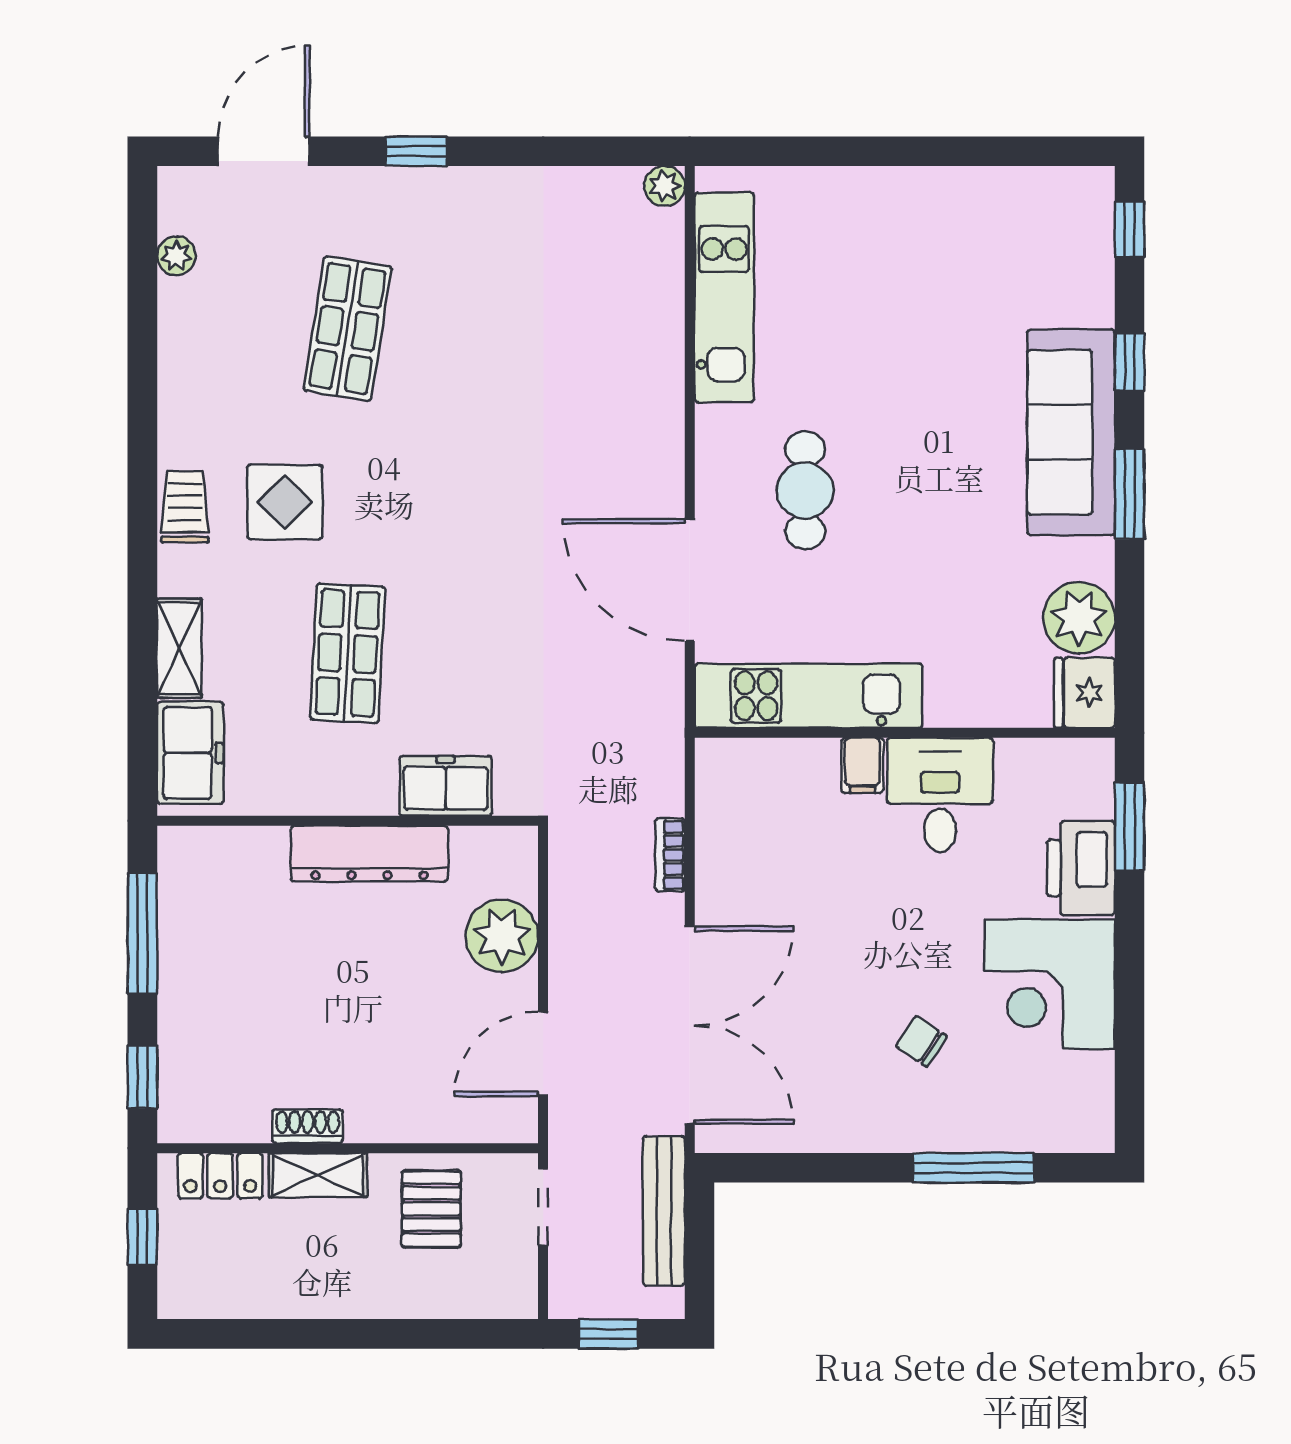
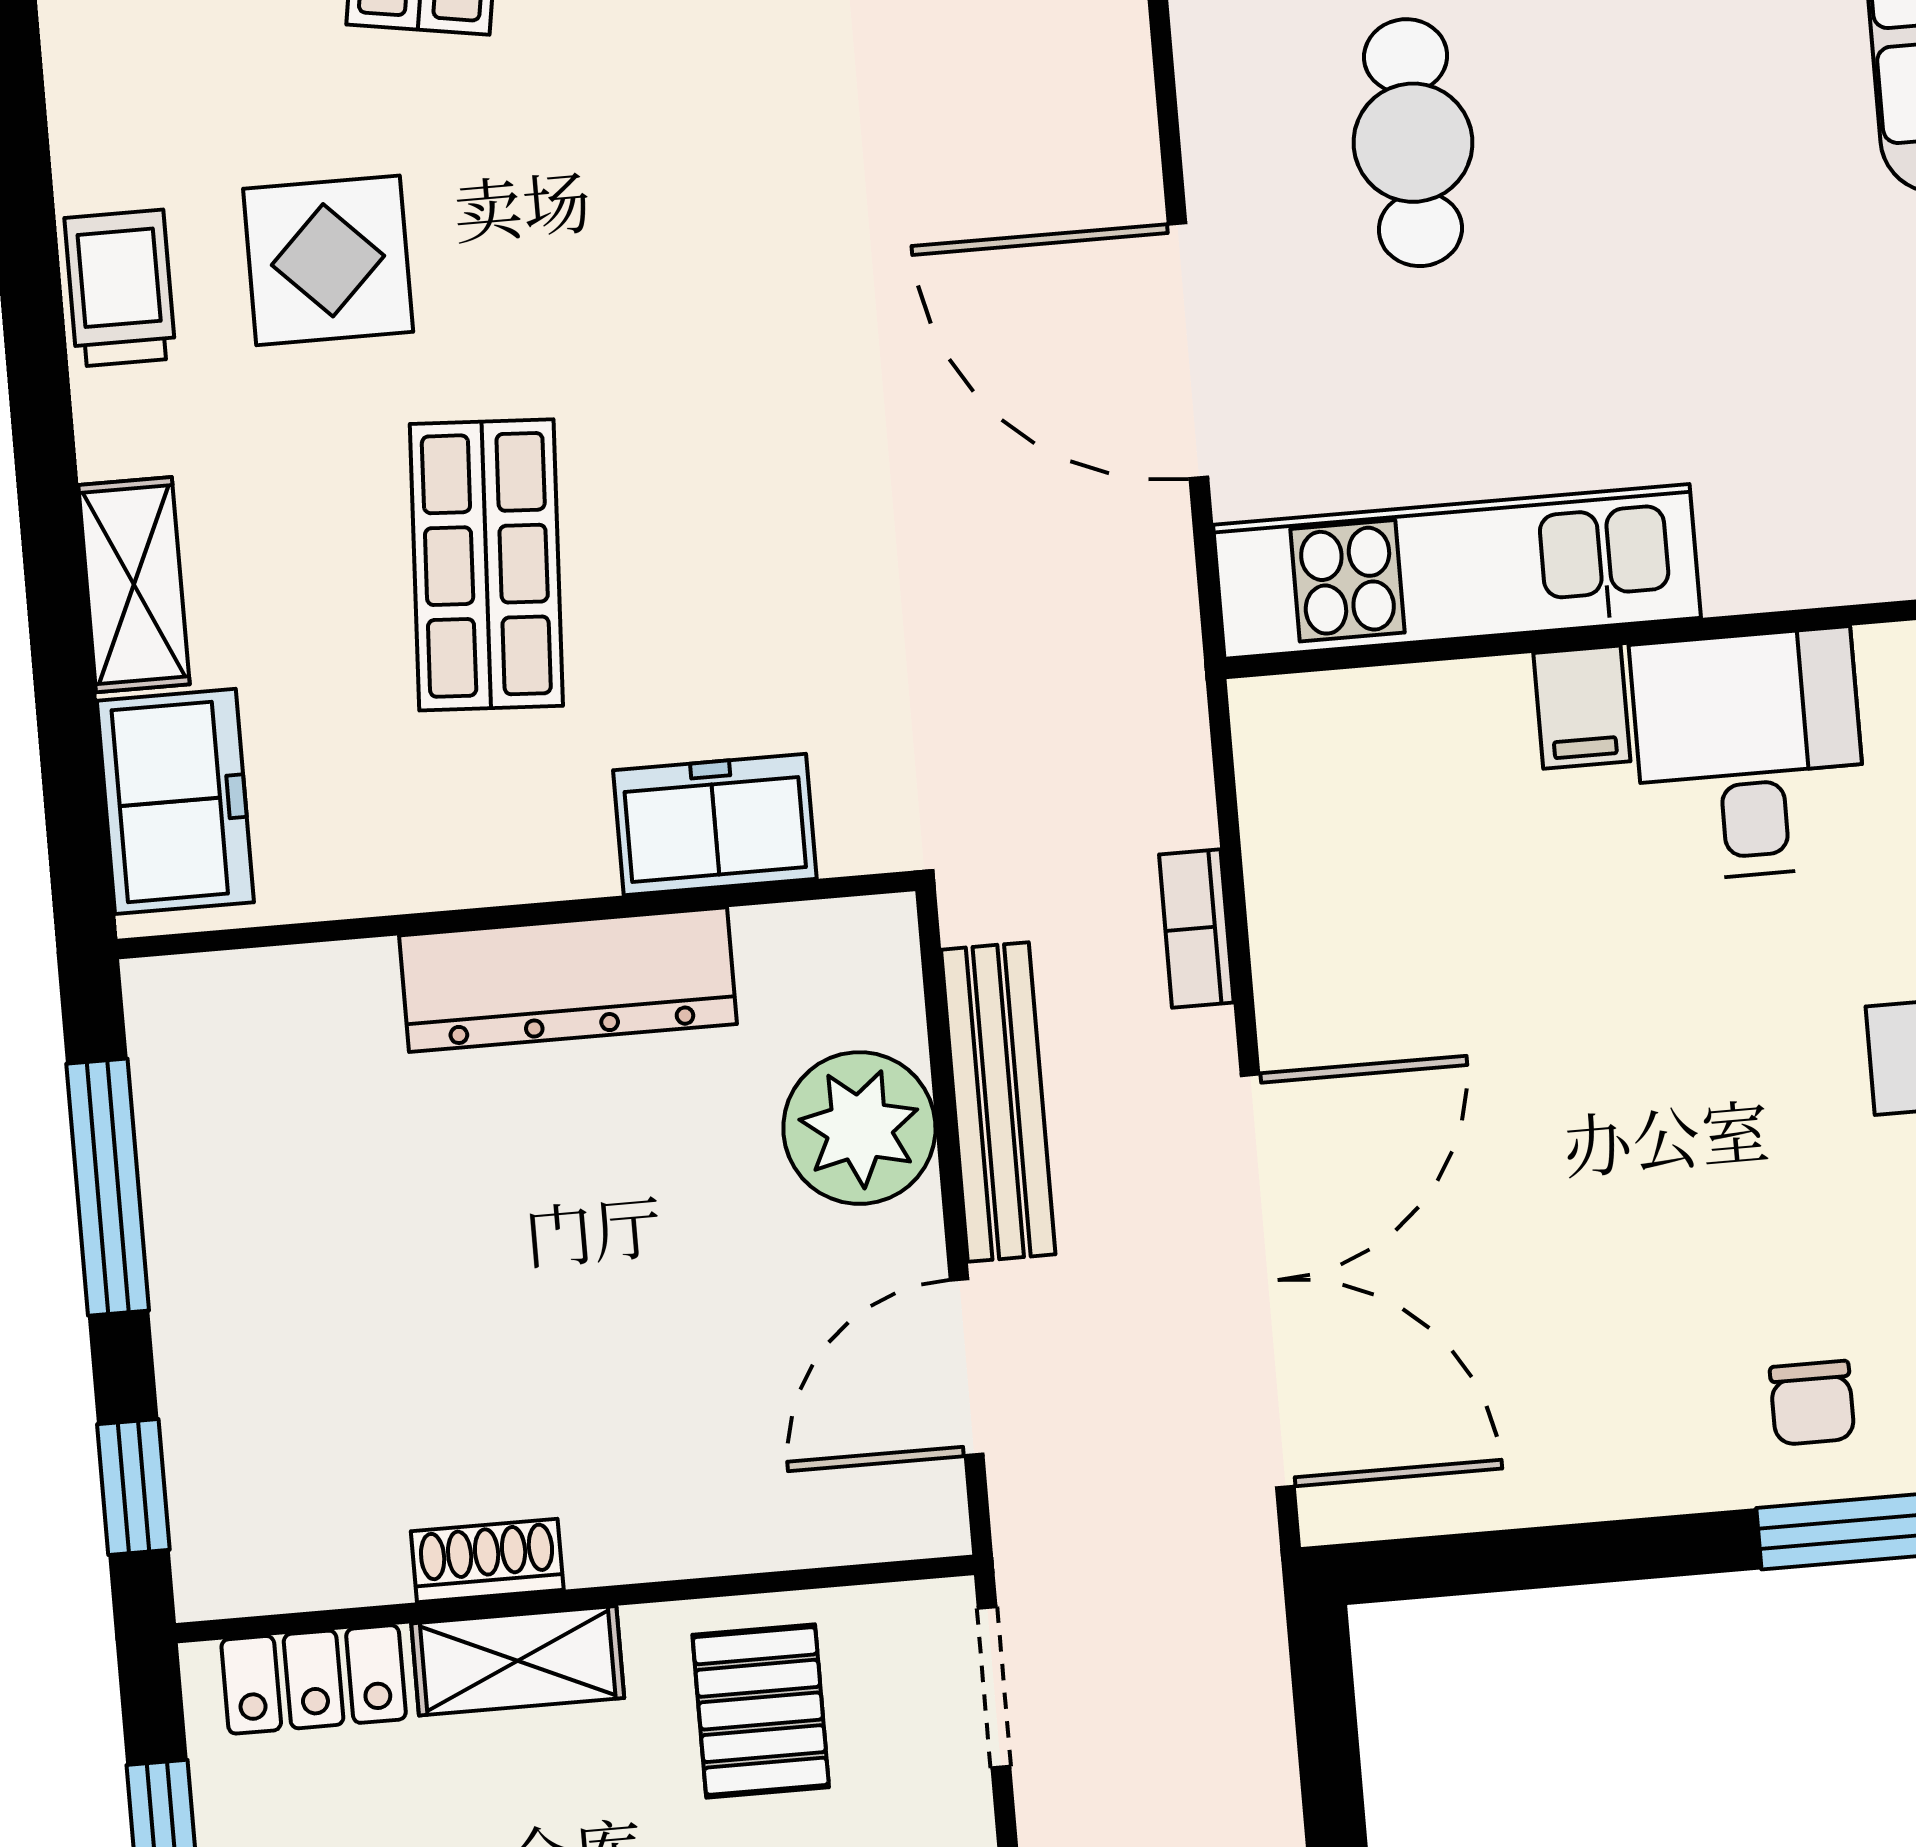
chair: (921, 1041) -> (1812, 1403), moved, turned -124
bench: (664, 1211) -> (998, 1102), moved

